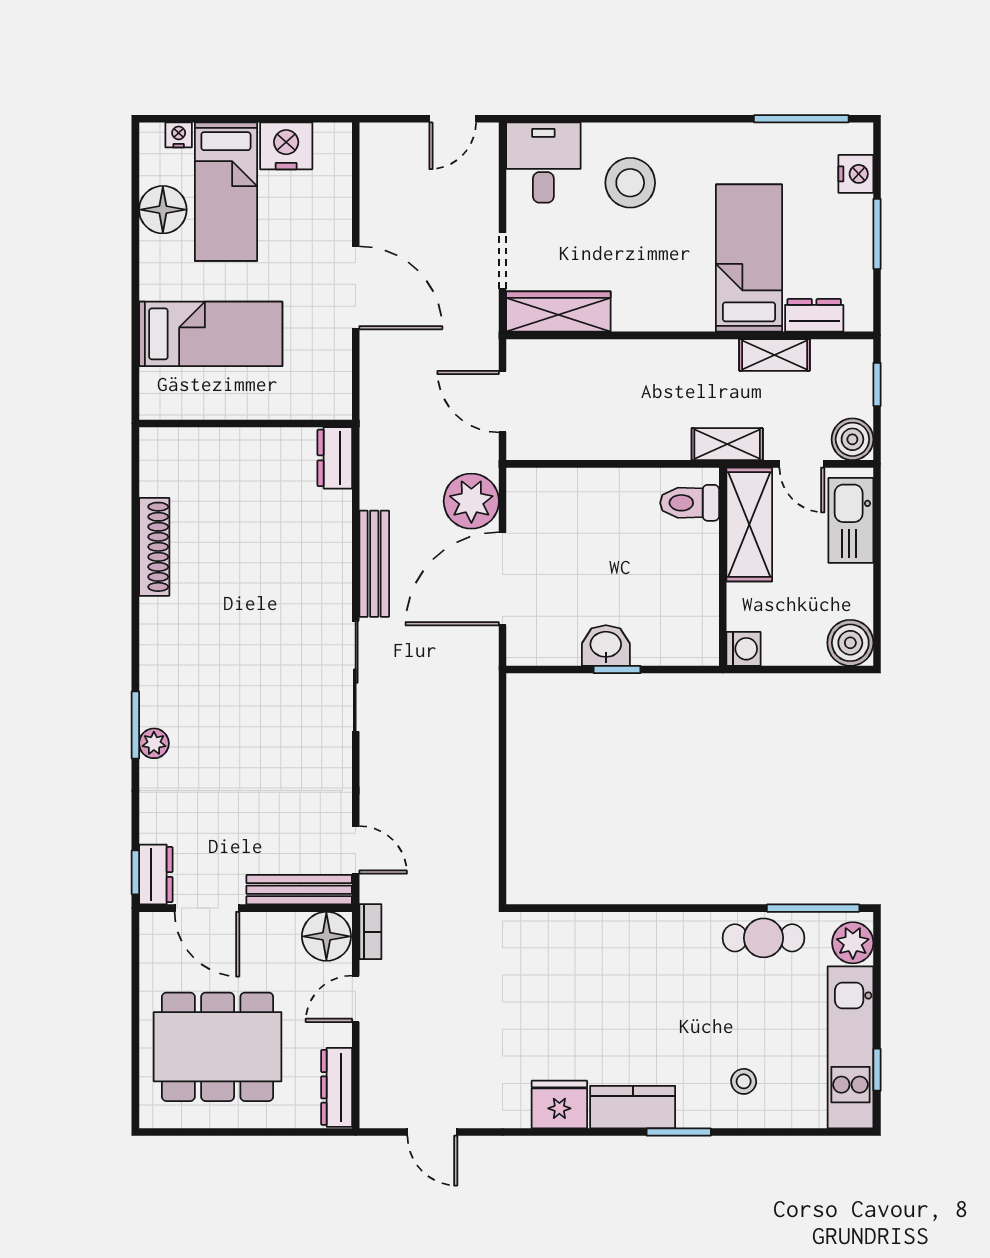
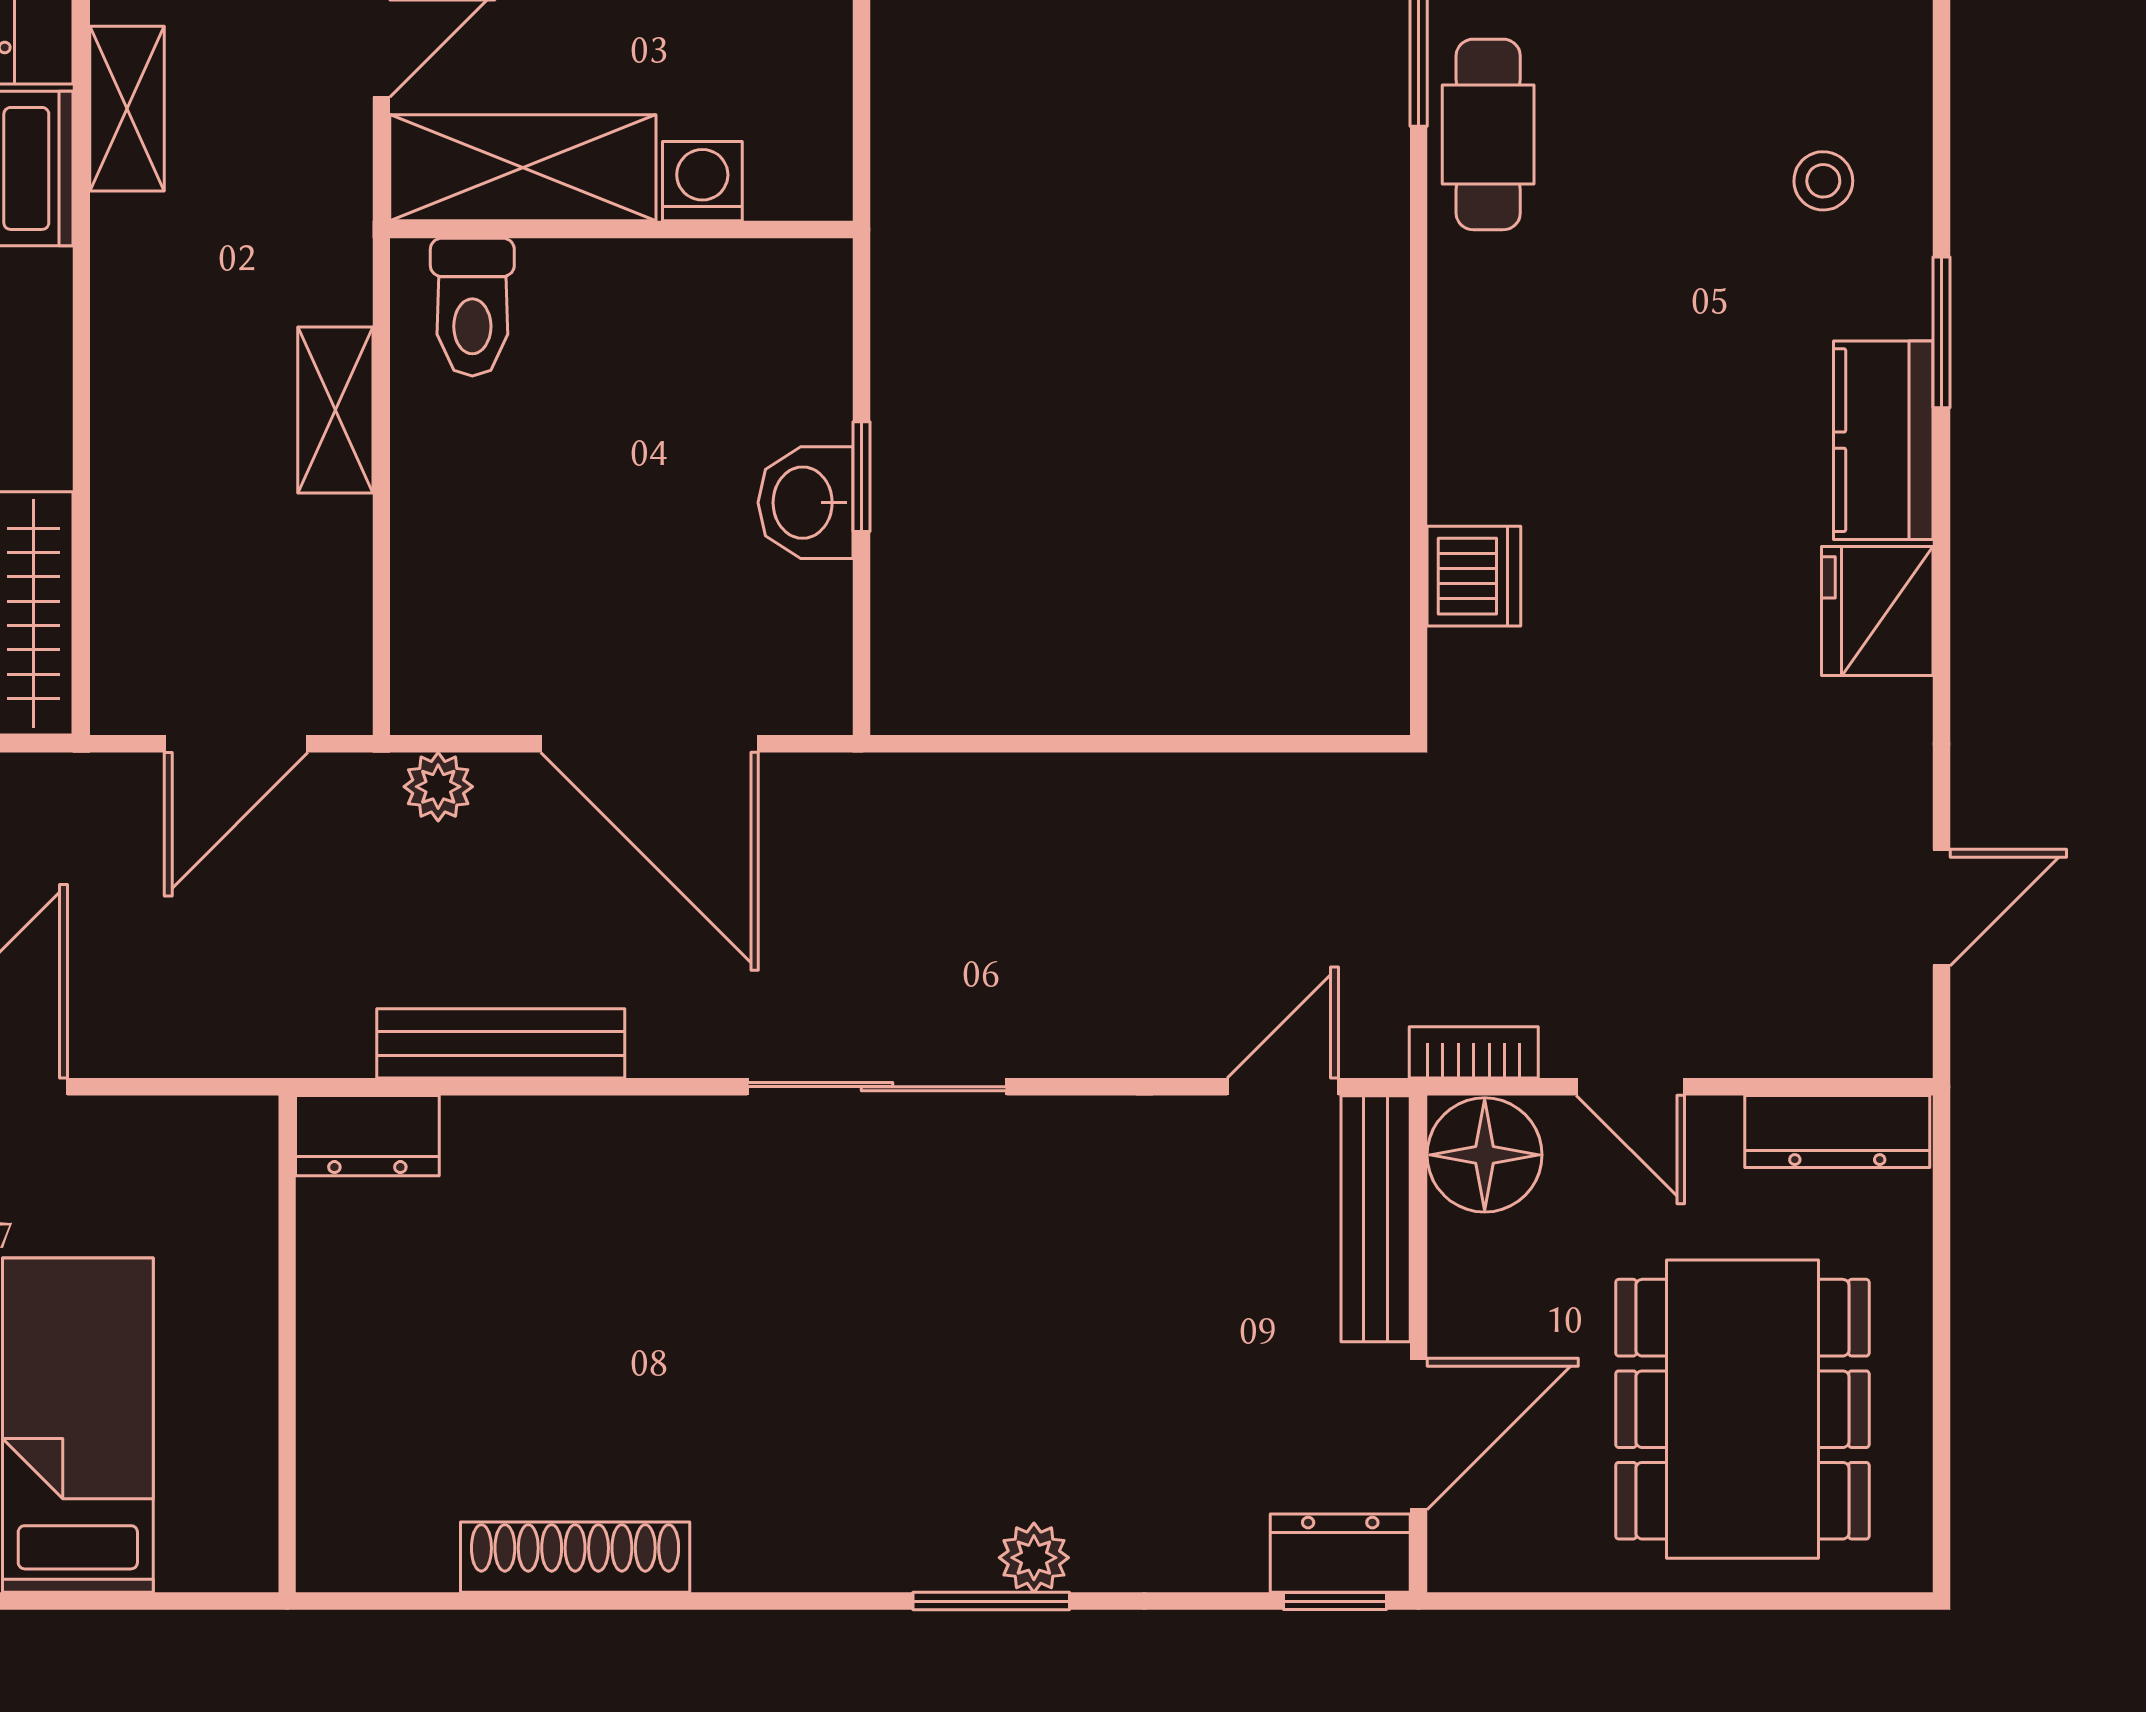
shelving: (727, 444) -> (335, 410), moved
plant: (471, 501) -> (438, 787), width x0.53, depth x0.53
bench: (374, 564) -> (501, 1043), moved
washing machine: (743, 649) -> (702, 181), moved
dishwasher: (574, 932) -> (1474, 576), added

